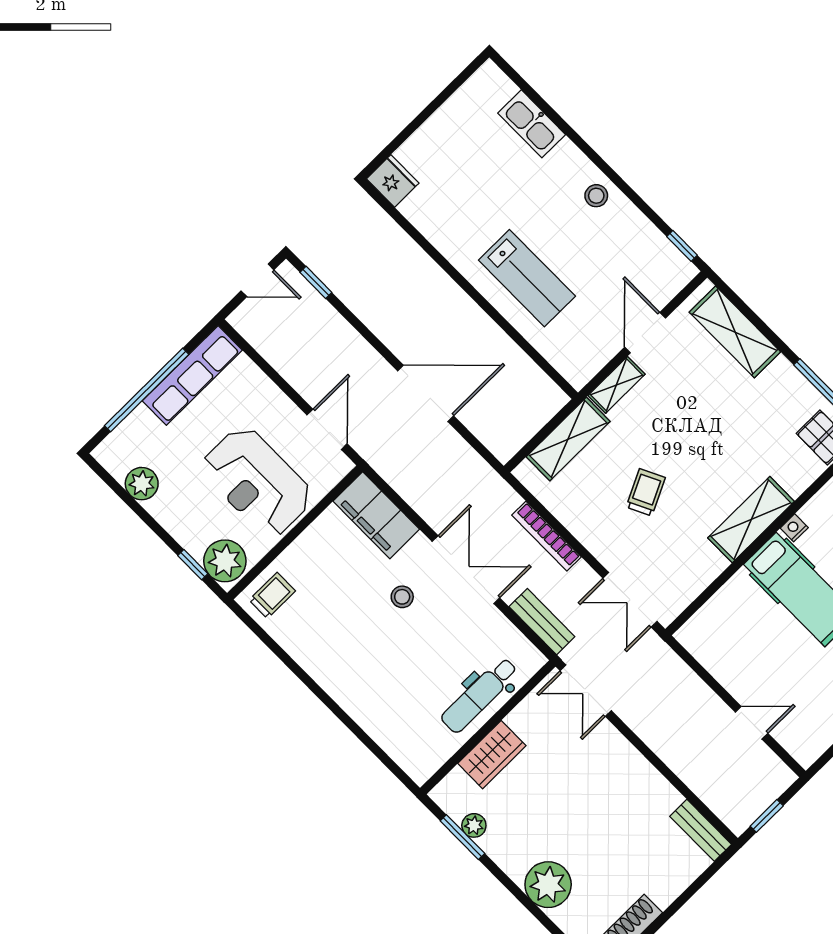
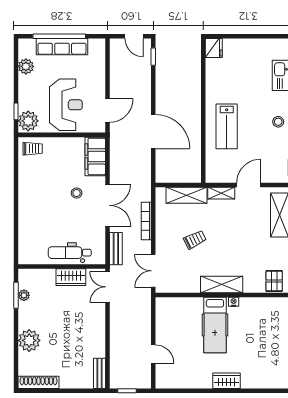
row of seats: (192, 375) -> (62, 47), moved
reception desk: (257, 482) -> (66, 105), turned 180
wardrobe: (492, 755) -> (71, 277), moved

